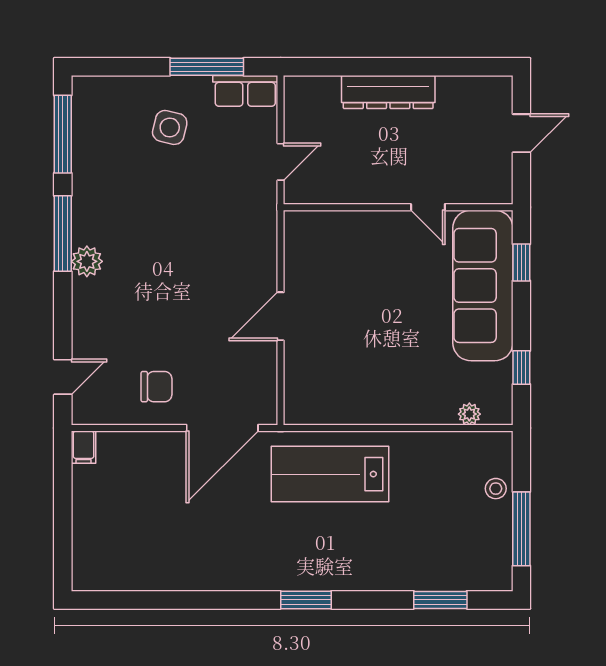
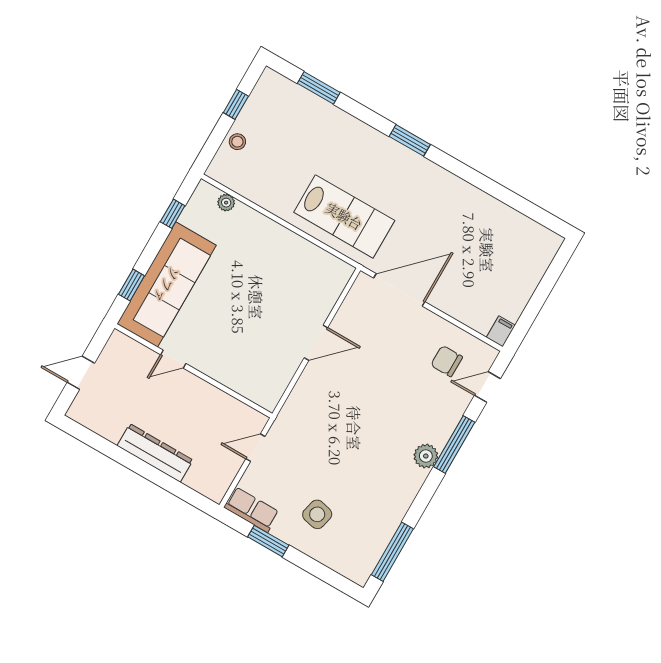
window: (207, 67) -> (268, 541), width x0.69
door: (428, 207) -> (173, 359), swing flipped
window: (63, 234) -> (454, 444), moved
chair: (157, 387) -> (447, 361), moved
window: (521, 529) -> (236, 104), width x0.46

